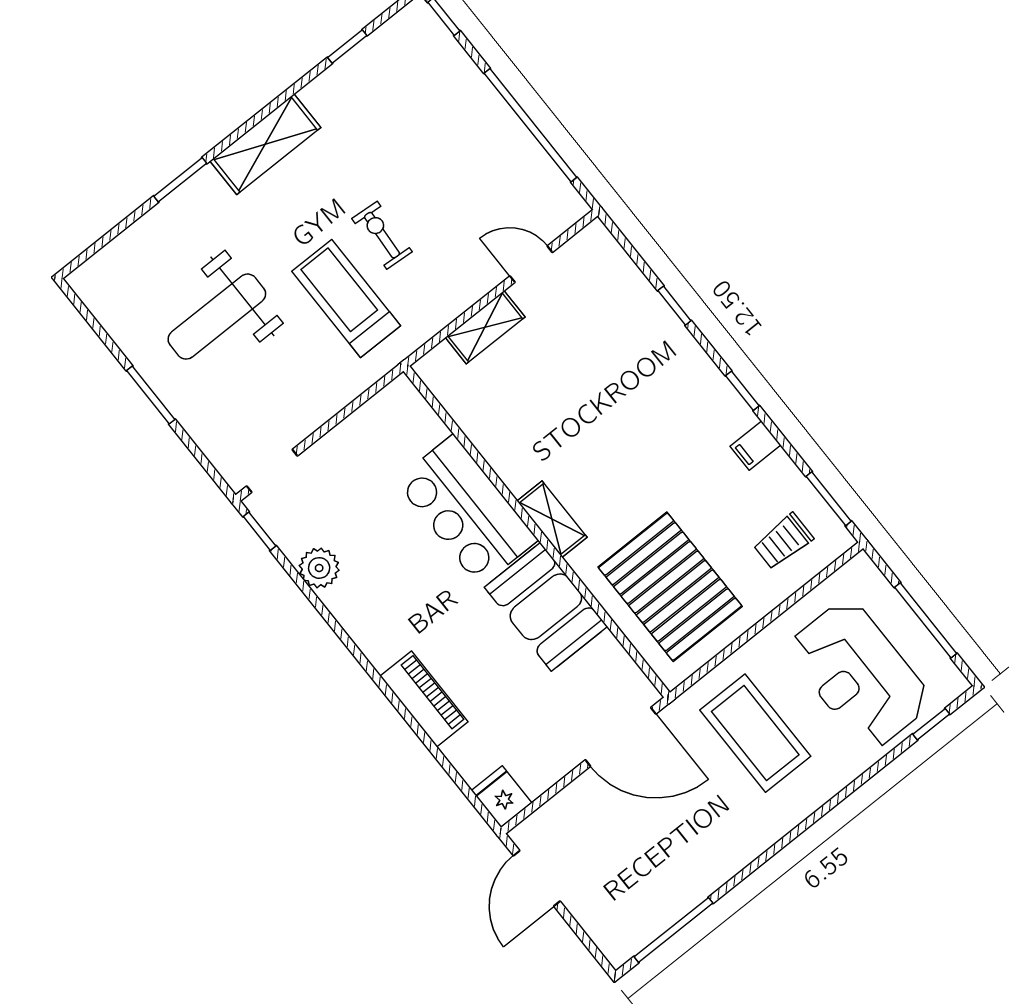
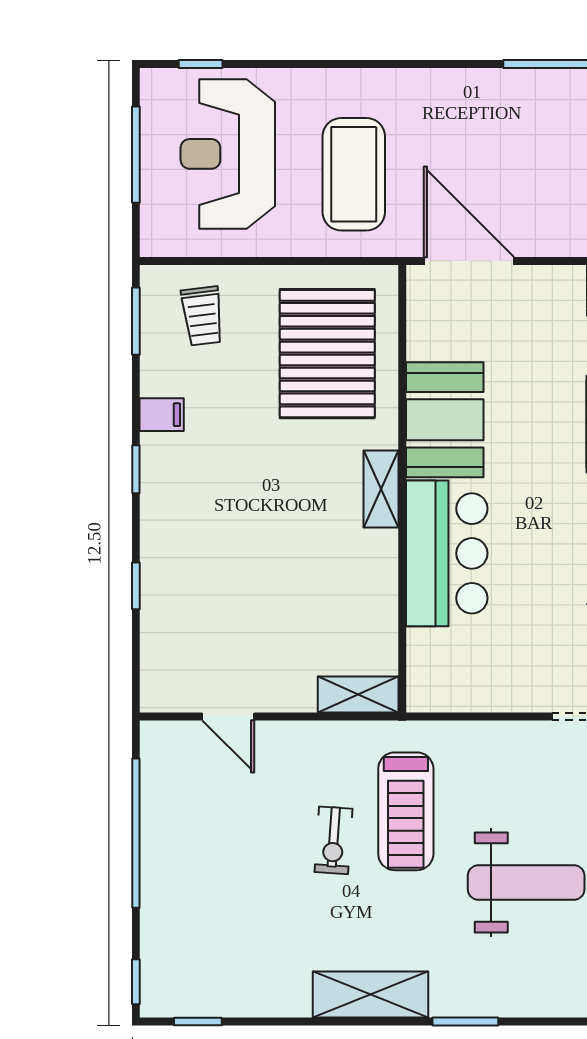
window: (347, 47) -> (198, 1021), moved
shelving: (485, 327) -> (358, 694), moved
trolley: (783, 541) -> (202, 316), turned 83
reception desk: (859, 674) -> (228, 154), turned 180

